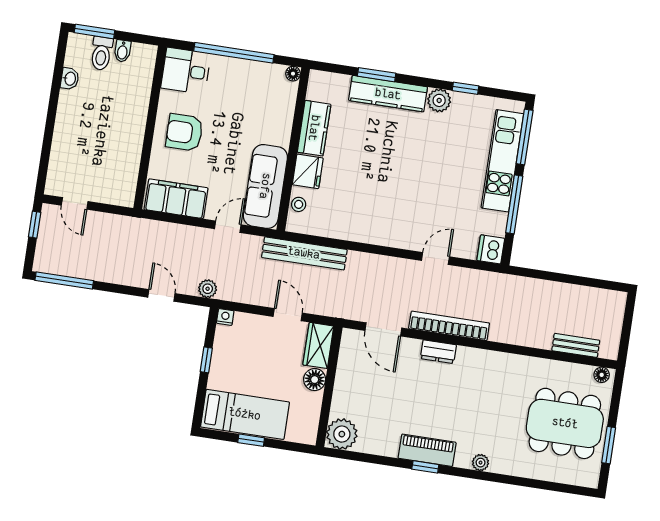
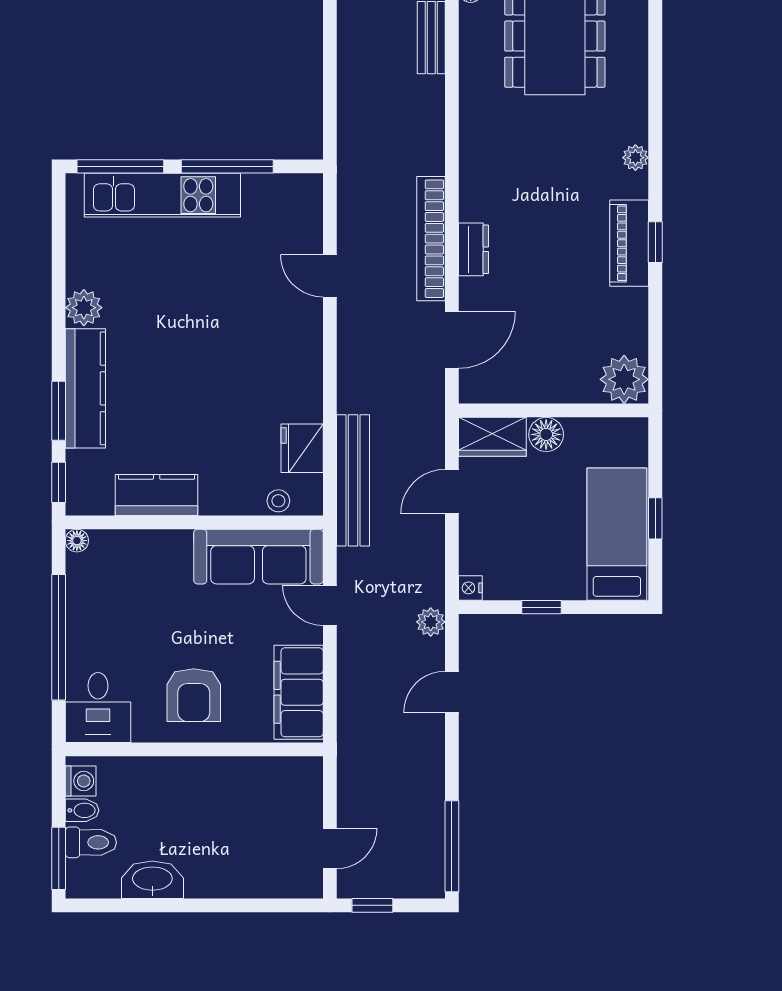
washing machine: (141, 53) -> (81, 781), added
washbasin: (70, 79) -> (152, 880), width x1.91, depth x1.45
window: (465, 88) -> (59, 482), moved
fridge: (308, 171) -> (302, 448), moved, turned -90
dishwasher: (491, 249) -> (303, 192), removed

